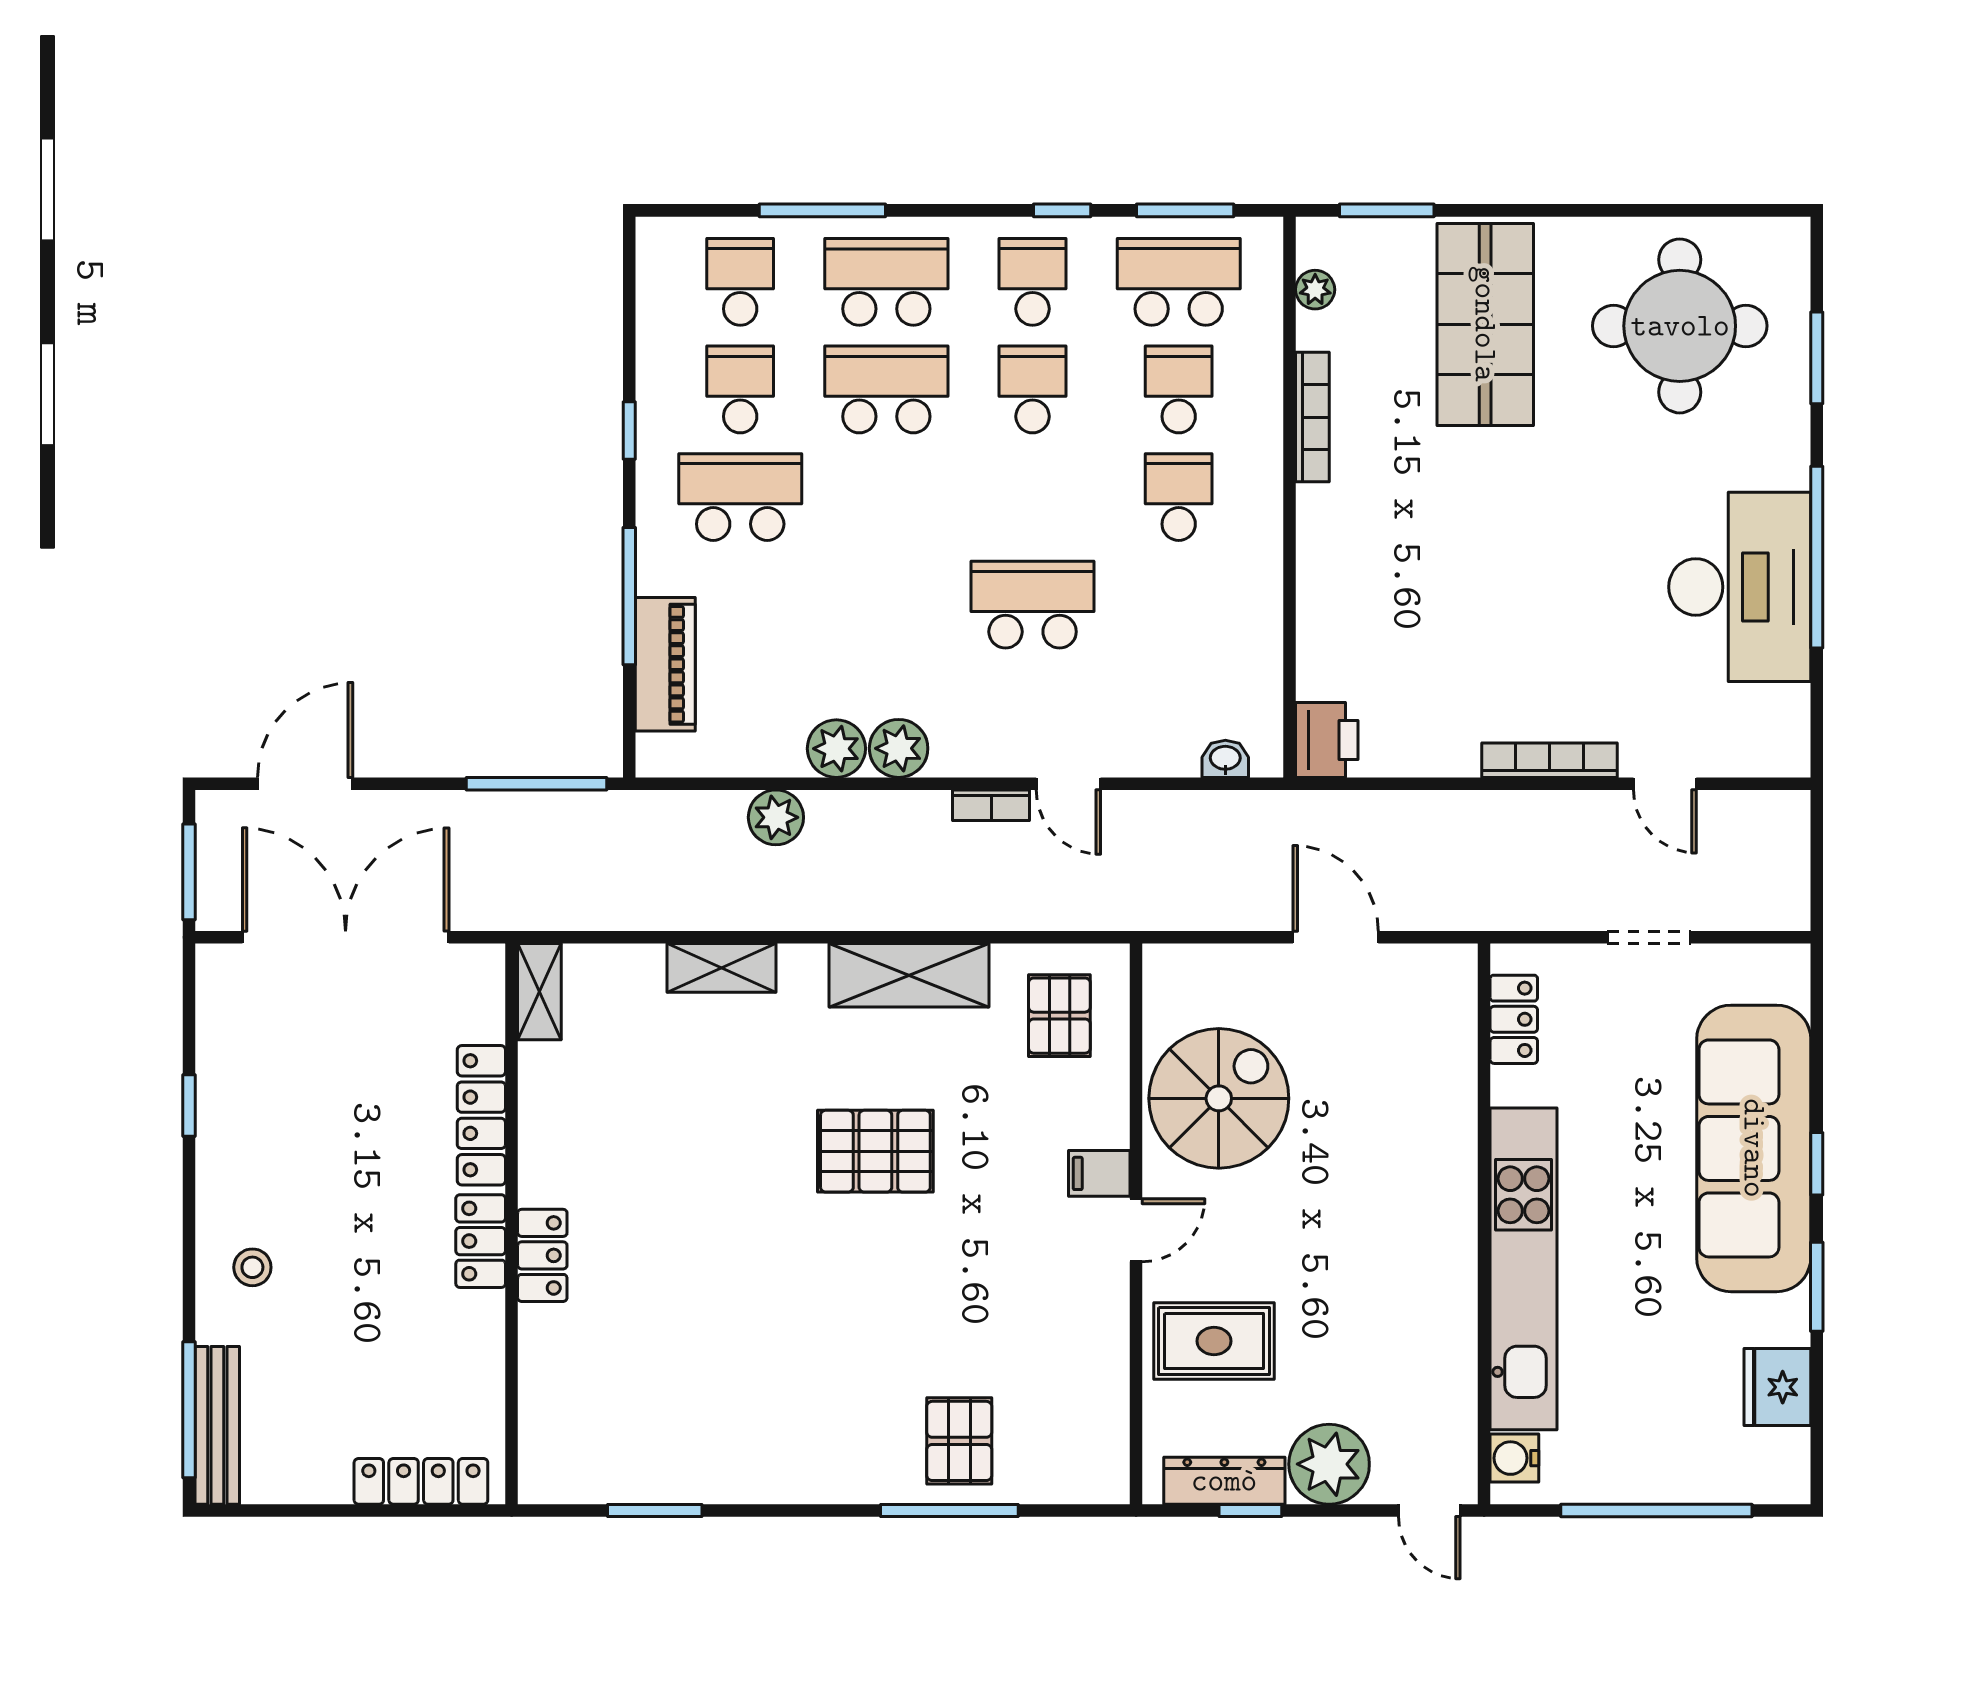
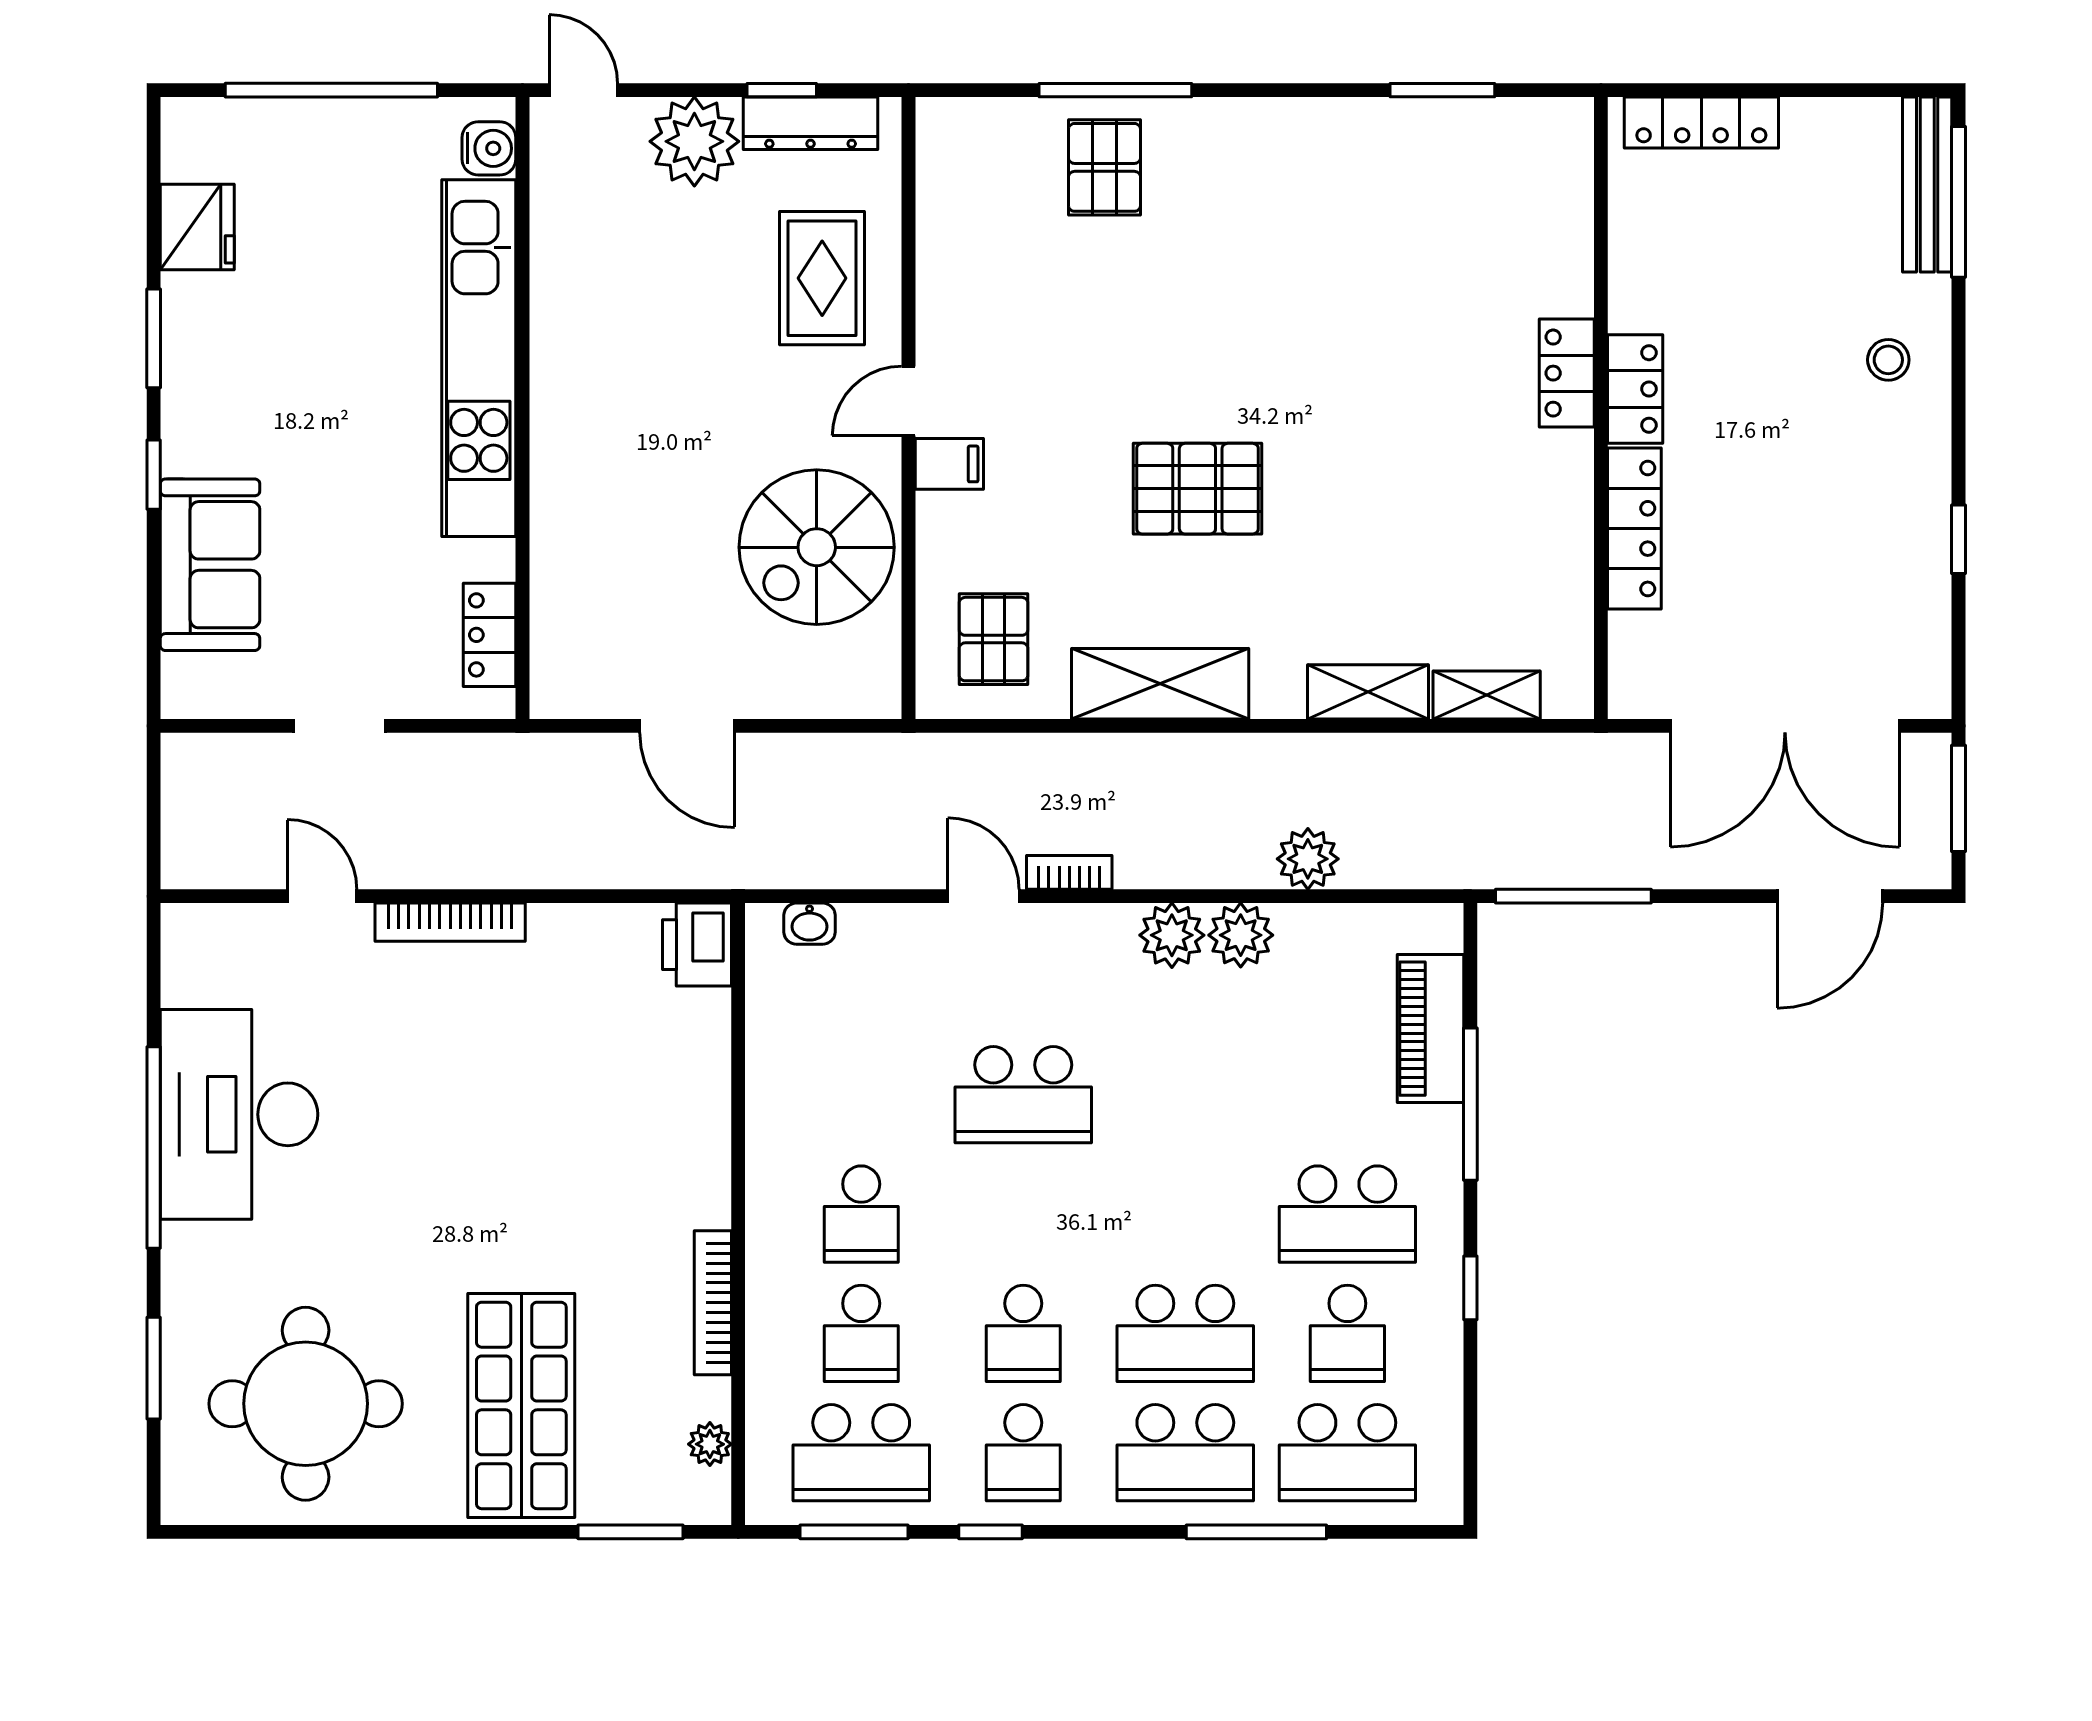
school desk: (740, 282) -> (1347, 1453), width x1.85
shelving: (539, 992) -> (1487, 695), moved, turned 90
sofa: (1754, 1148) -> (210, 565), width x0.54, depth x0.79
rug: (1214, 1341) -> (822, 278), turned 90

